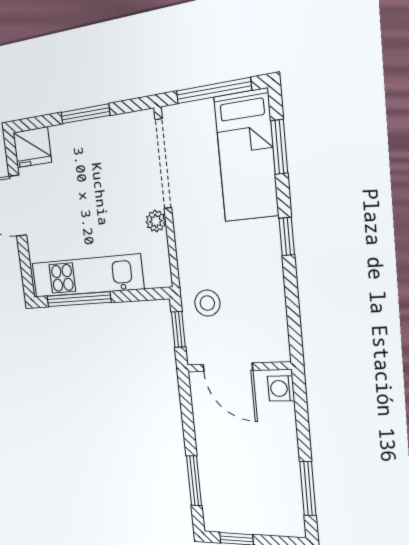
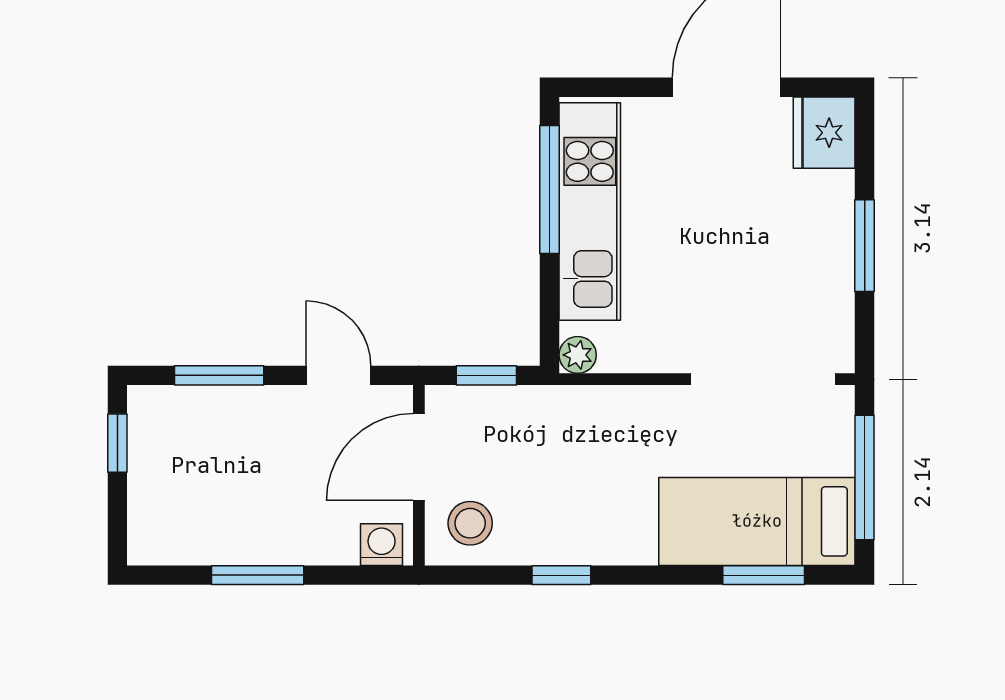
plant: (156, 221) -> (578, 355), moved
window: (287, 237) -> (561, 575), moved
stool: (207, 303) -> (470, 523), moved
door: (187, 414) -> (338, 375), added
window: (308, 489) -> (258, 575), moved

